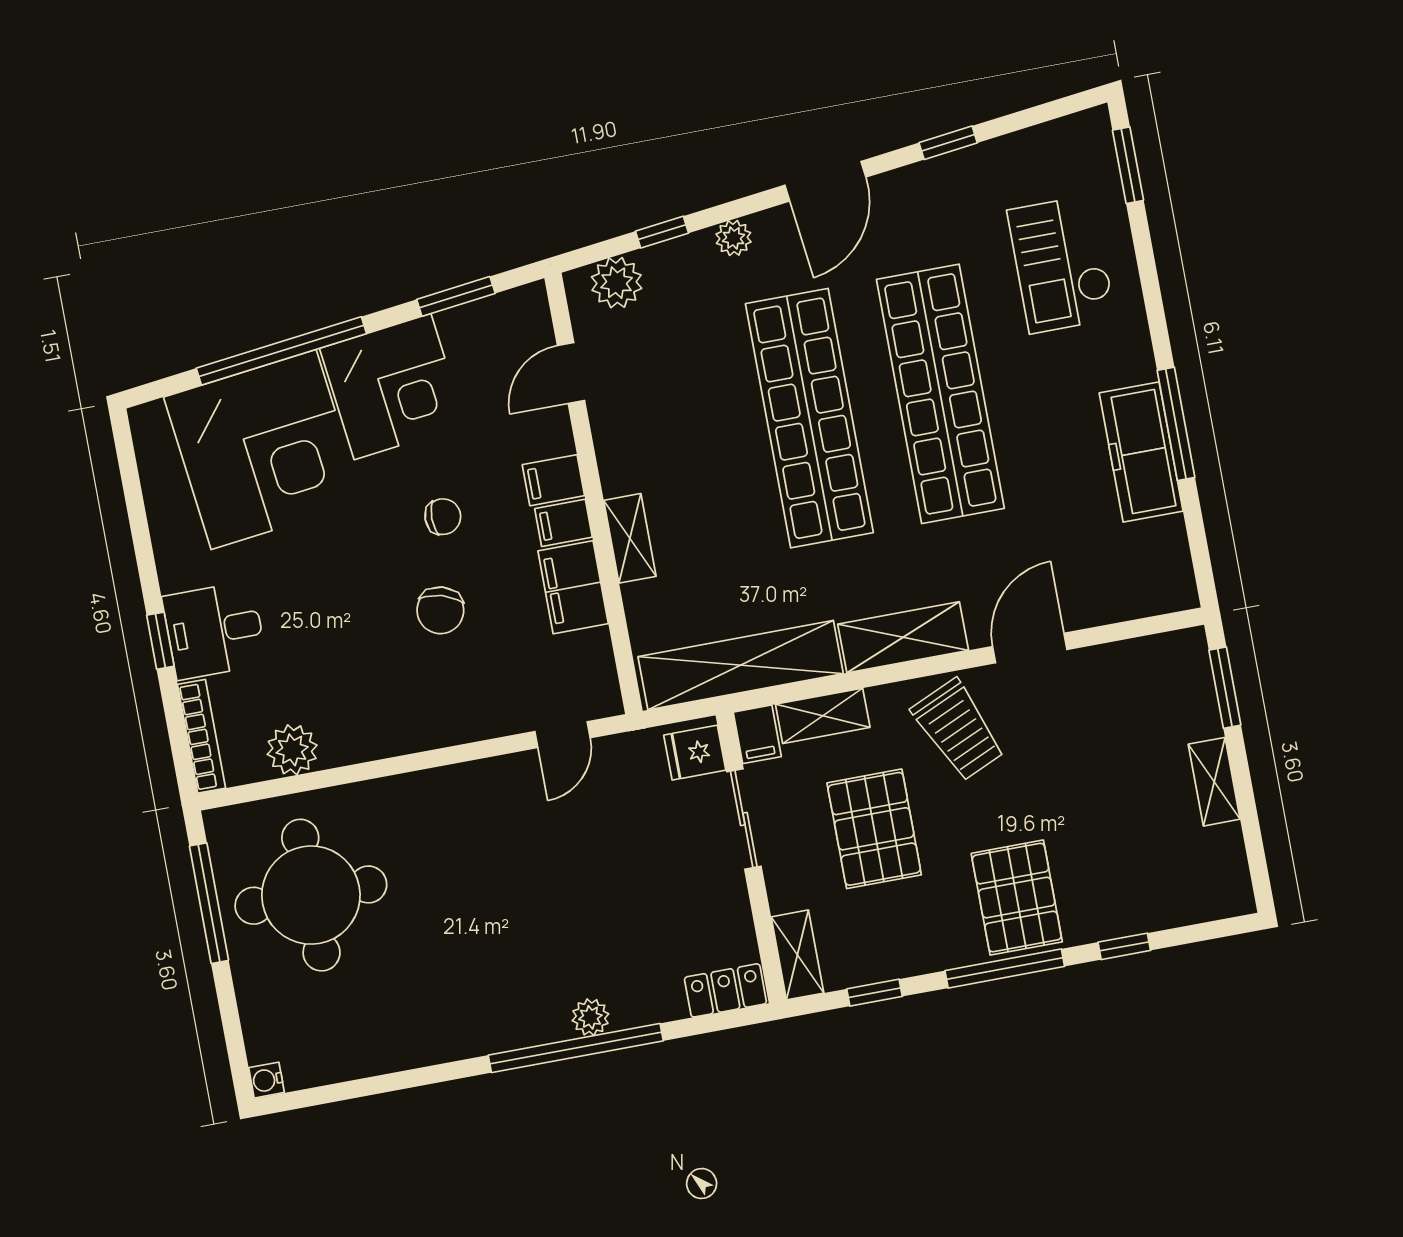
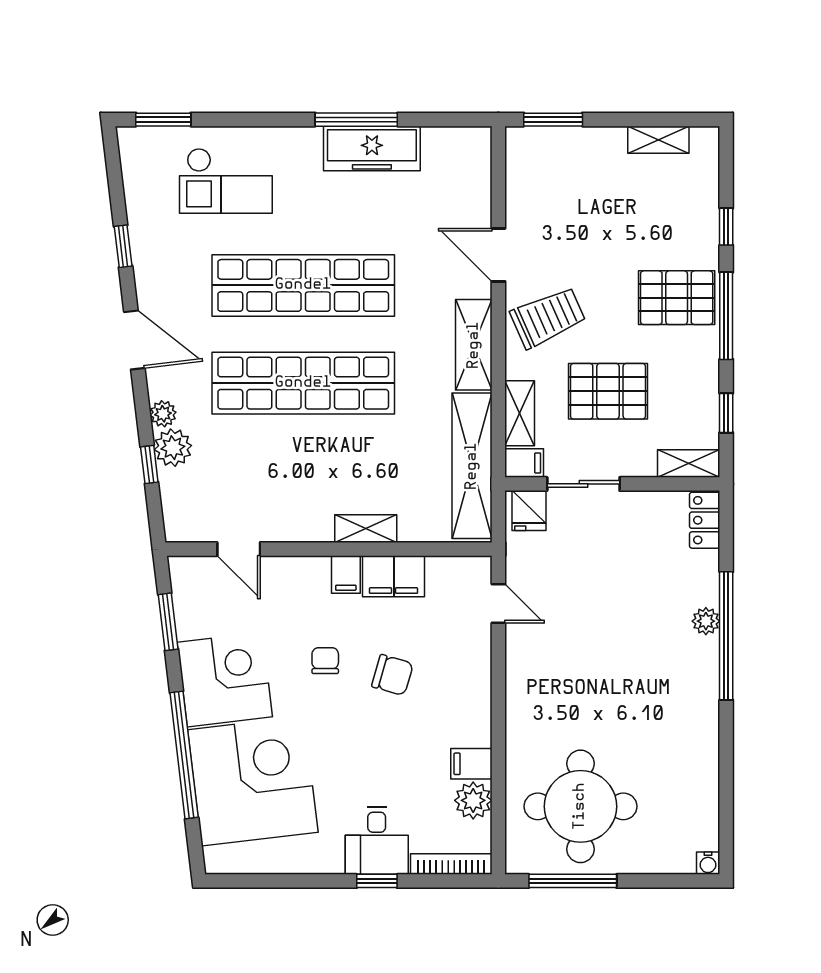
plant: (617, 283) -> (173, 448), moved
filing cabinet: (553, 480) -> (471, 764), moved, turned 90
shelving: (1214, 782) -> (658, 140), moved

